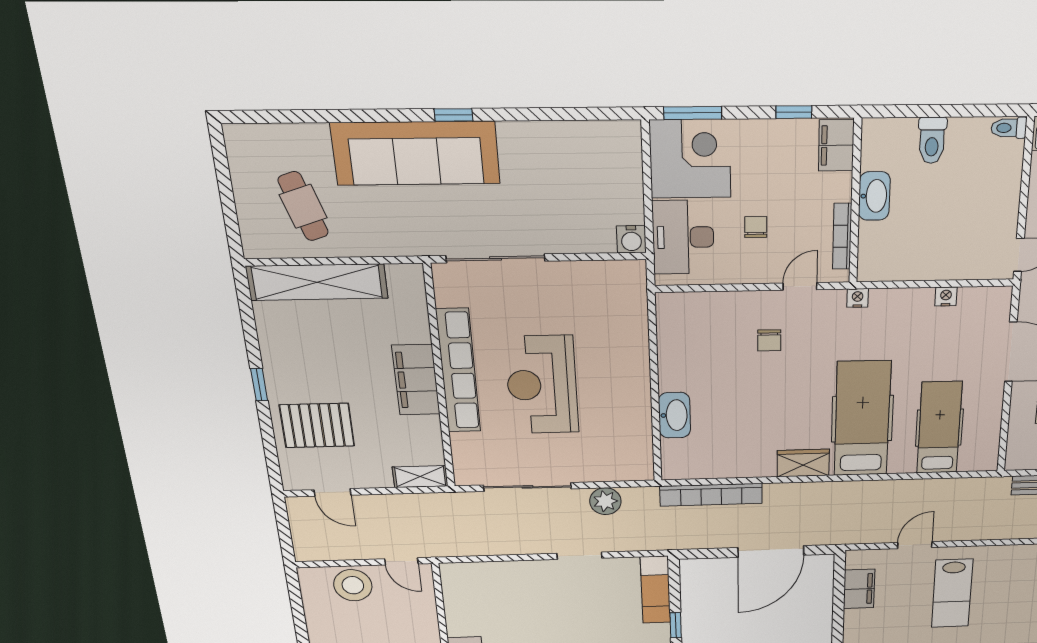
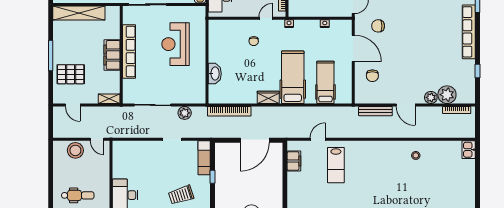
window: (259, 385) -> (51, 56), width x2.17
reception desk: (542, 385) -> (176, 44), moved

